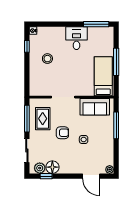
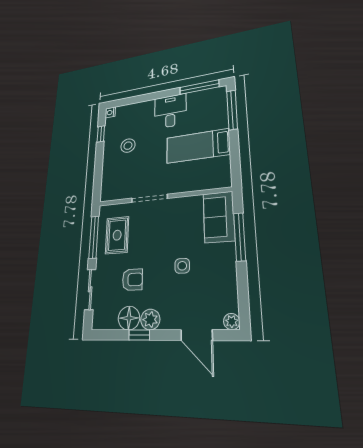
window: (116, 62) -> (232, 110), moved
bed: (103, 76) -> (198, 146), moved, turned -90
sofa: (95, 107) -> (219, 217), moved, turned 90
armchair: (62, 133) -> (132, 280), moved
plant: (40, 168) -> (150, 319), moved
window: (46, 176) -> (139, 335), moved

